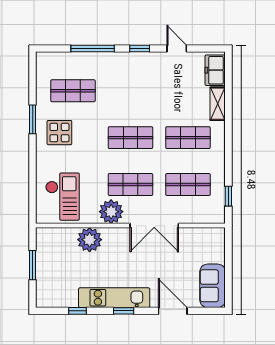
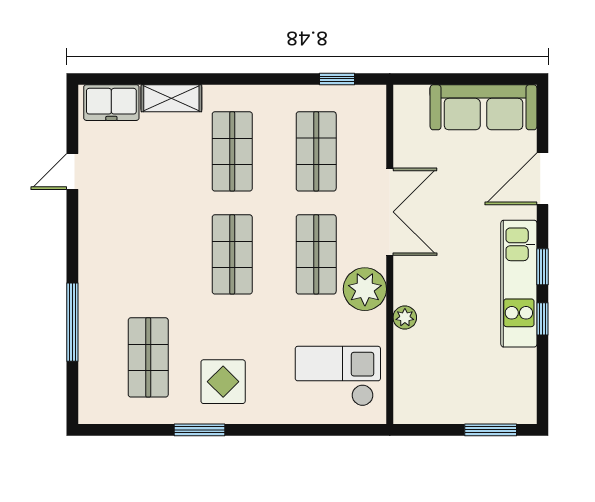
window: (140, 48) -> (72, 238), removed
plant: (90, 240) -> (405, 318), width x0.53, depth x0.53
window: (33, 265) -> (491, 430), moved
sofa: (213, 286) -> (483, 107), width x1.36
window: (78, 311) -> (542, 319), moved

